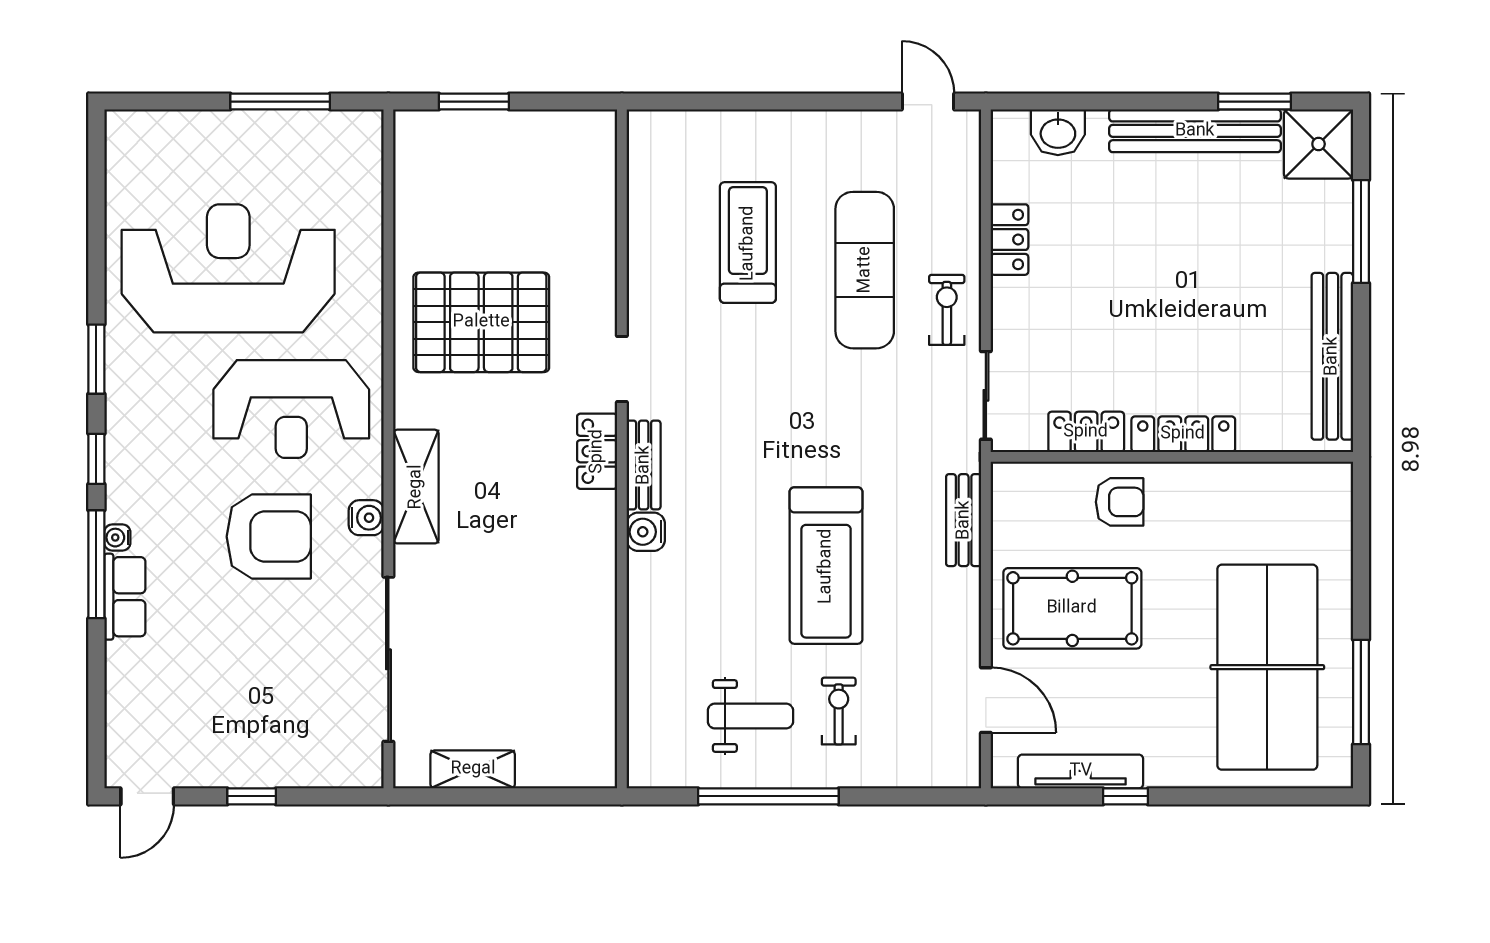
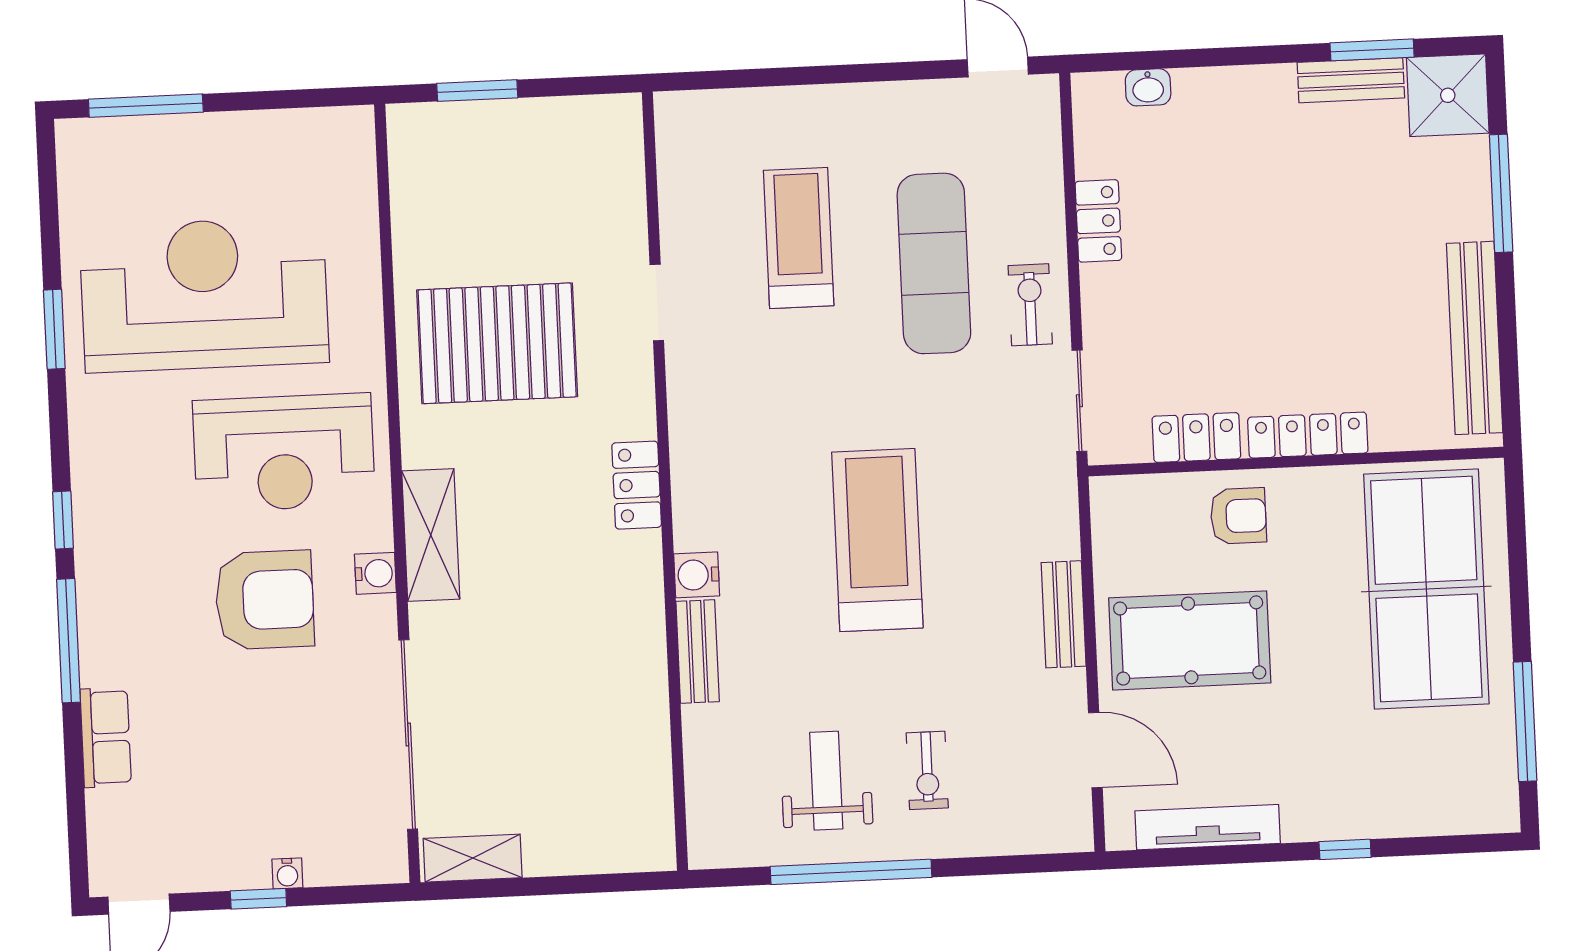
window: (280, 102) -> (146, 106), moved
bench: (1195, 131) -> (1351, 80), width x0.54, depth x0.82
washbasin: (1058, 132) -> (1148, 87), width x0.72, depth x0.69
window: (96, 359) -> (54, 329), moved
doorway: (622, 369) -> (657, 303), moved
bench: (644, 465) -> (698, 652), moved
bench: (964, 520) -> (1064, 614), moved
water cooler: (117, 538) -> (287, 873), moved, turned -90
treadmill: (826, 566) -> (877, 540), moved, turned 180
row of seats: (125, 597) -> (106, 737), moved
table tennis table: (1267, 667) -> (1426, 589), moved
exercise bike: (839, 711) -> (927, 770), turned 180
weight bench: (750, 716) -> (826, 781), turned -90
shelving: (473, 769) -> (473, 858), moved
window: (1125, 796) -> (1345, 849), moved

